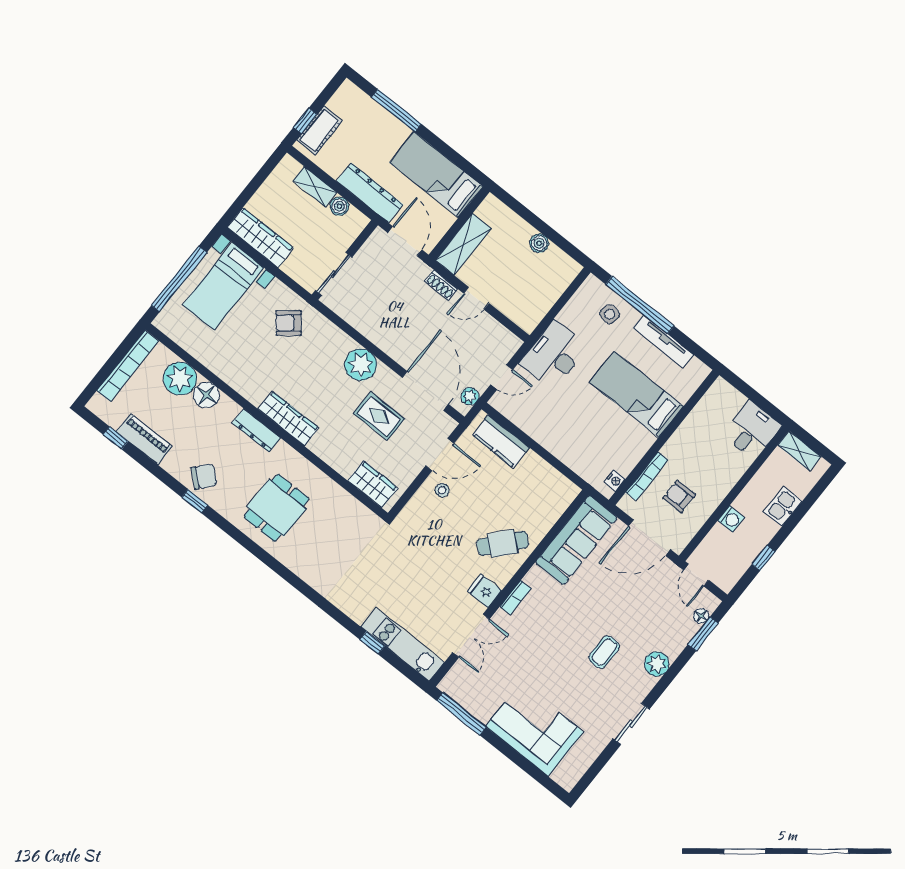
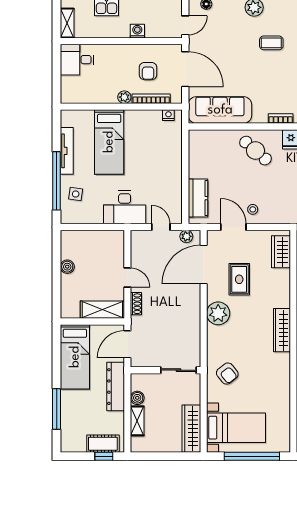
plant: (671, 449) -> (124, 97), added

